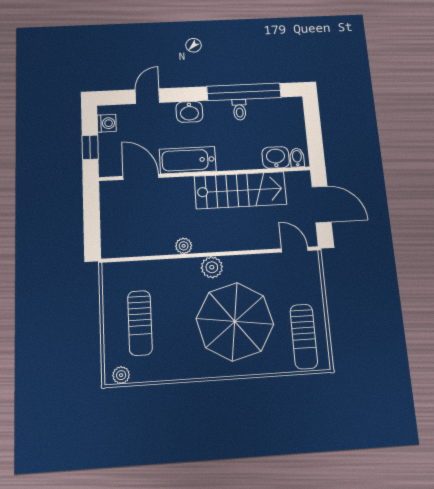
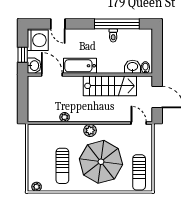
door: (147, 96) -> (58, 24), swing flipped
washbasin: (189, 112) -> (34, 66), moved, turned -90
washing machine: (107, 123) -> (38, 40), width x1.89, depth x1.89
plant: (184, 246) -> (65, 117), moved
sun lounger: (140, 323) -> (62, 166), moved

